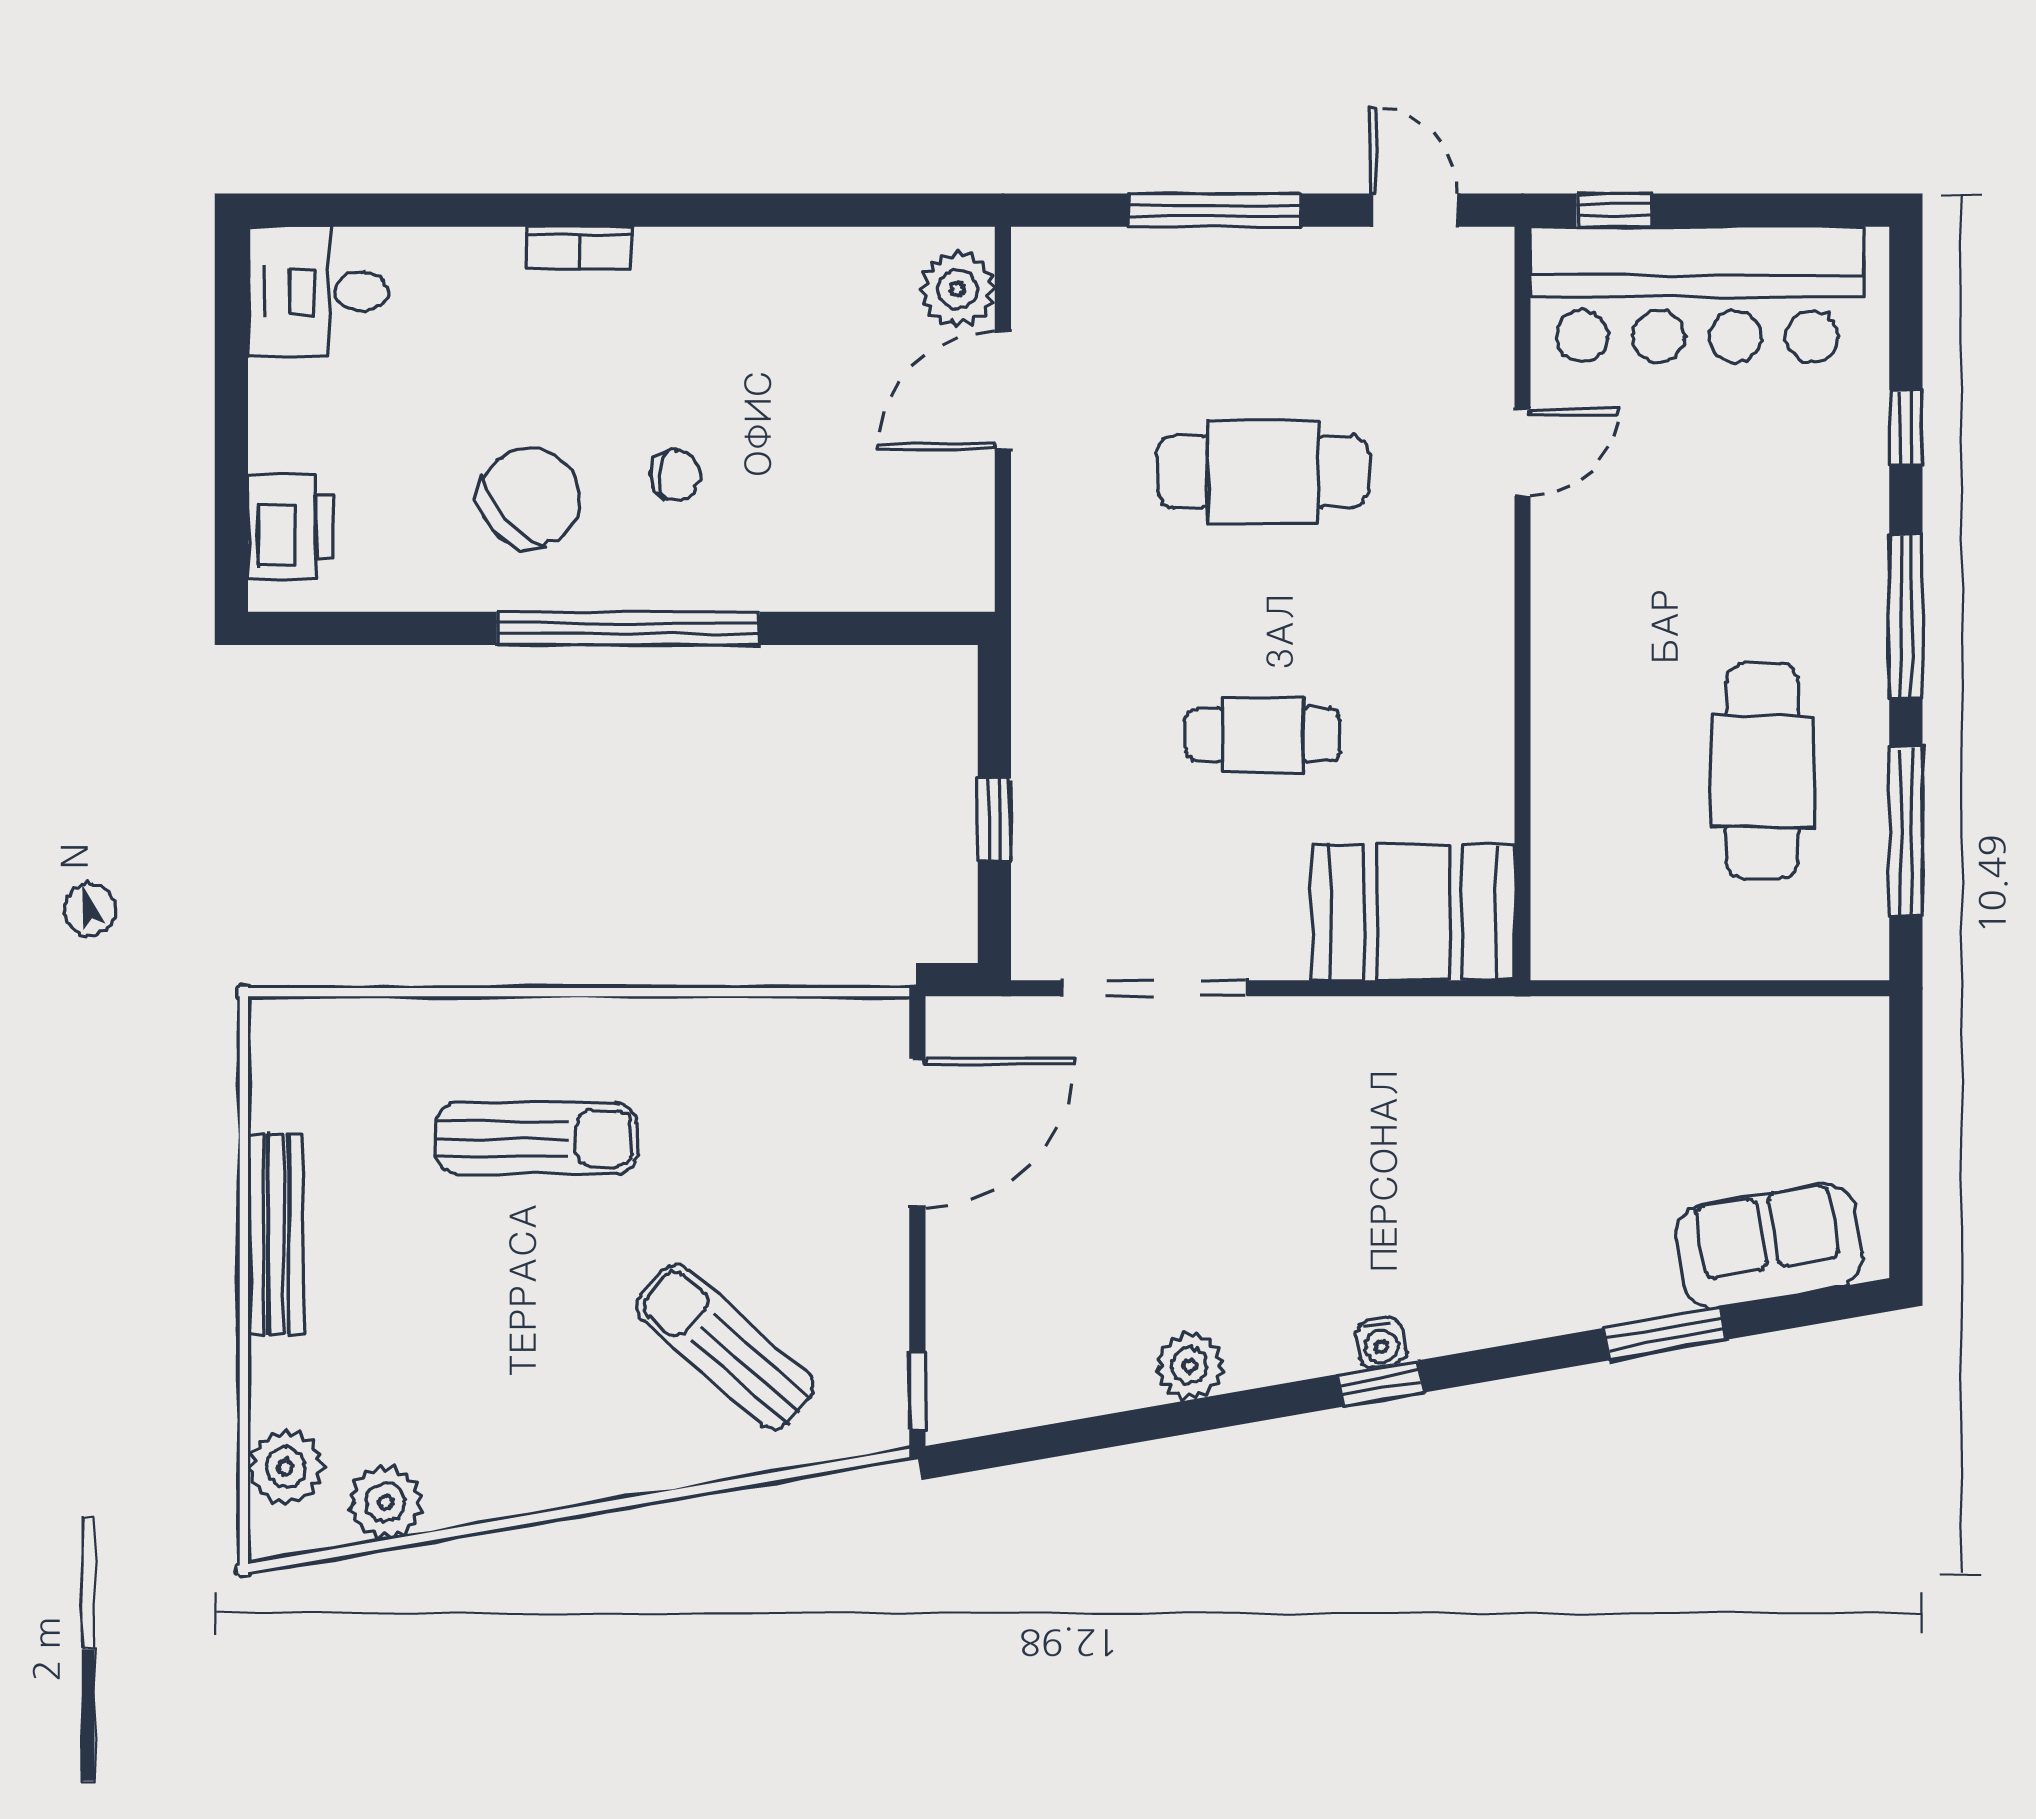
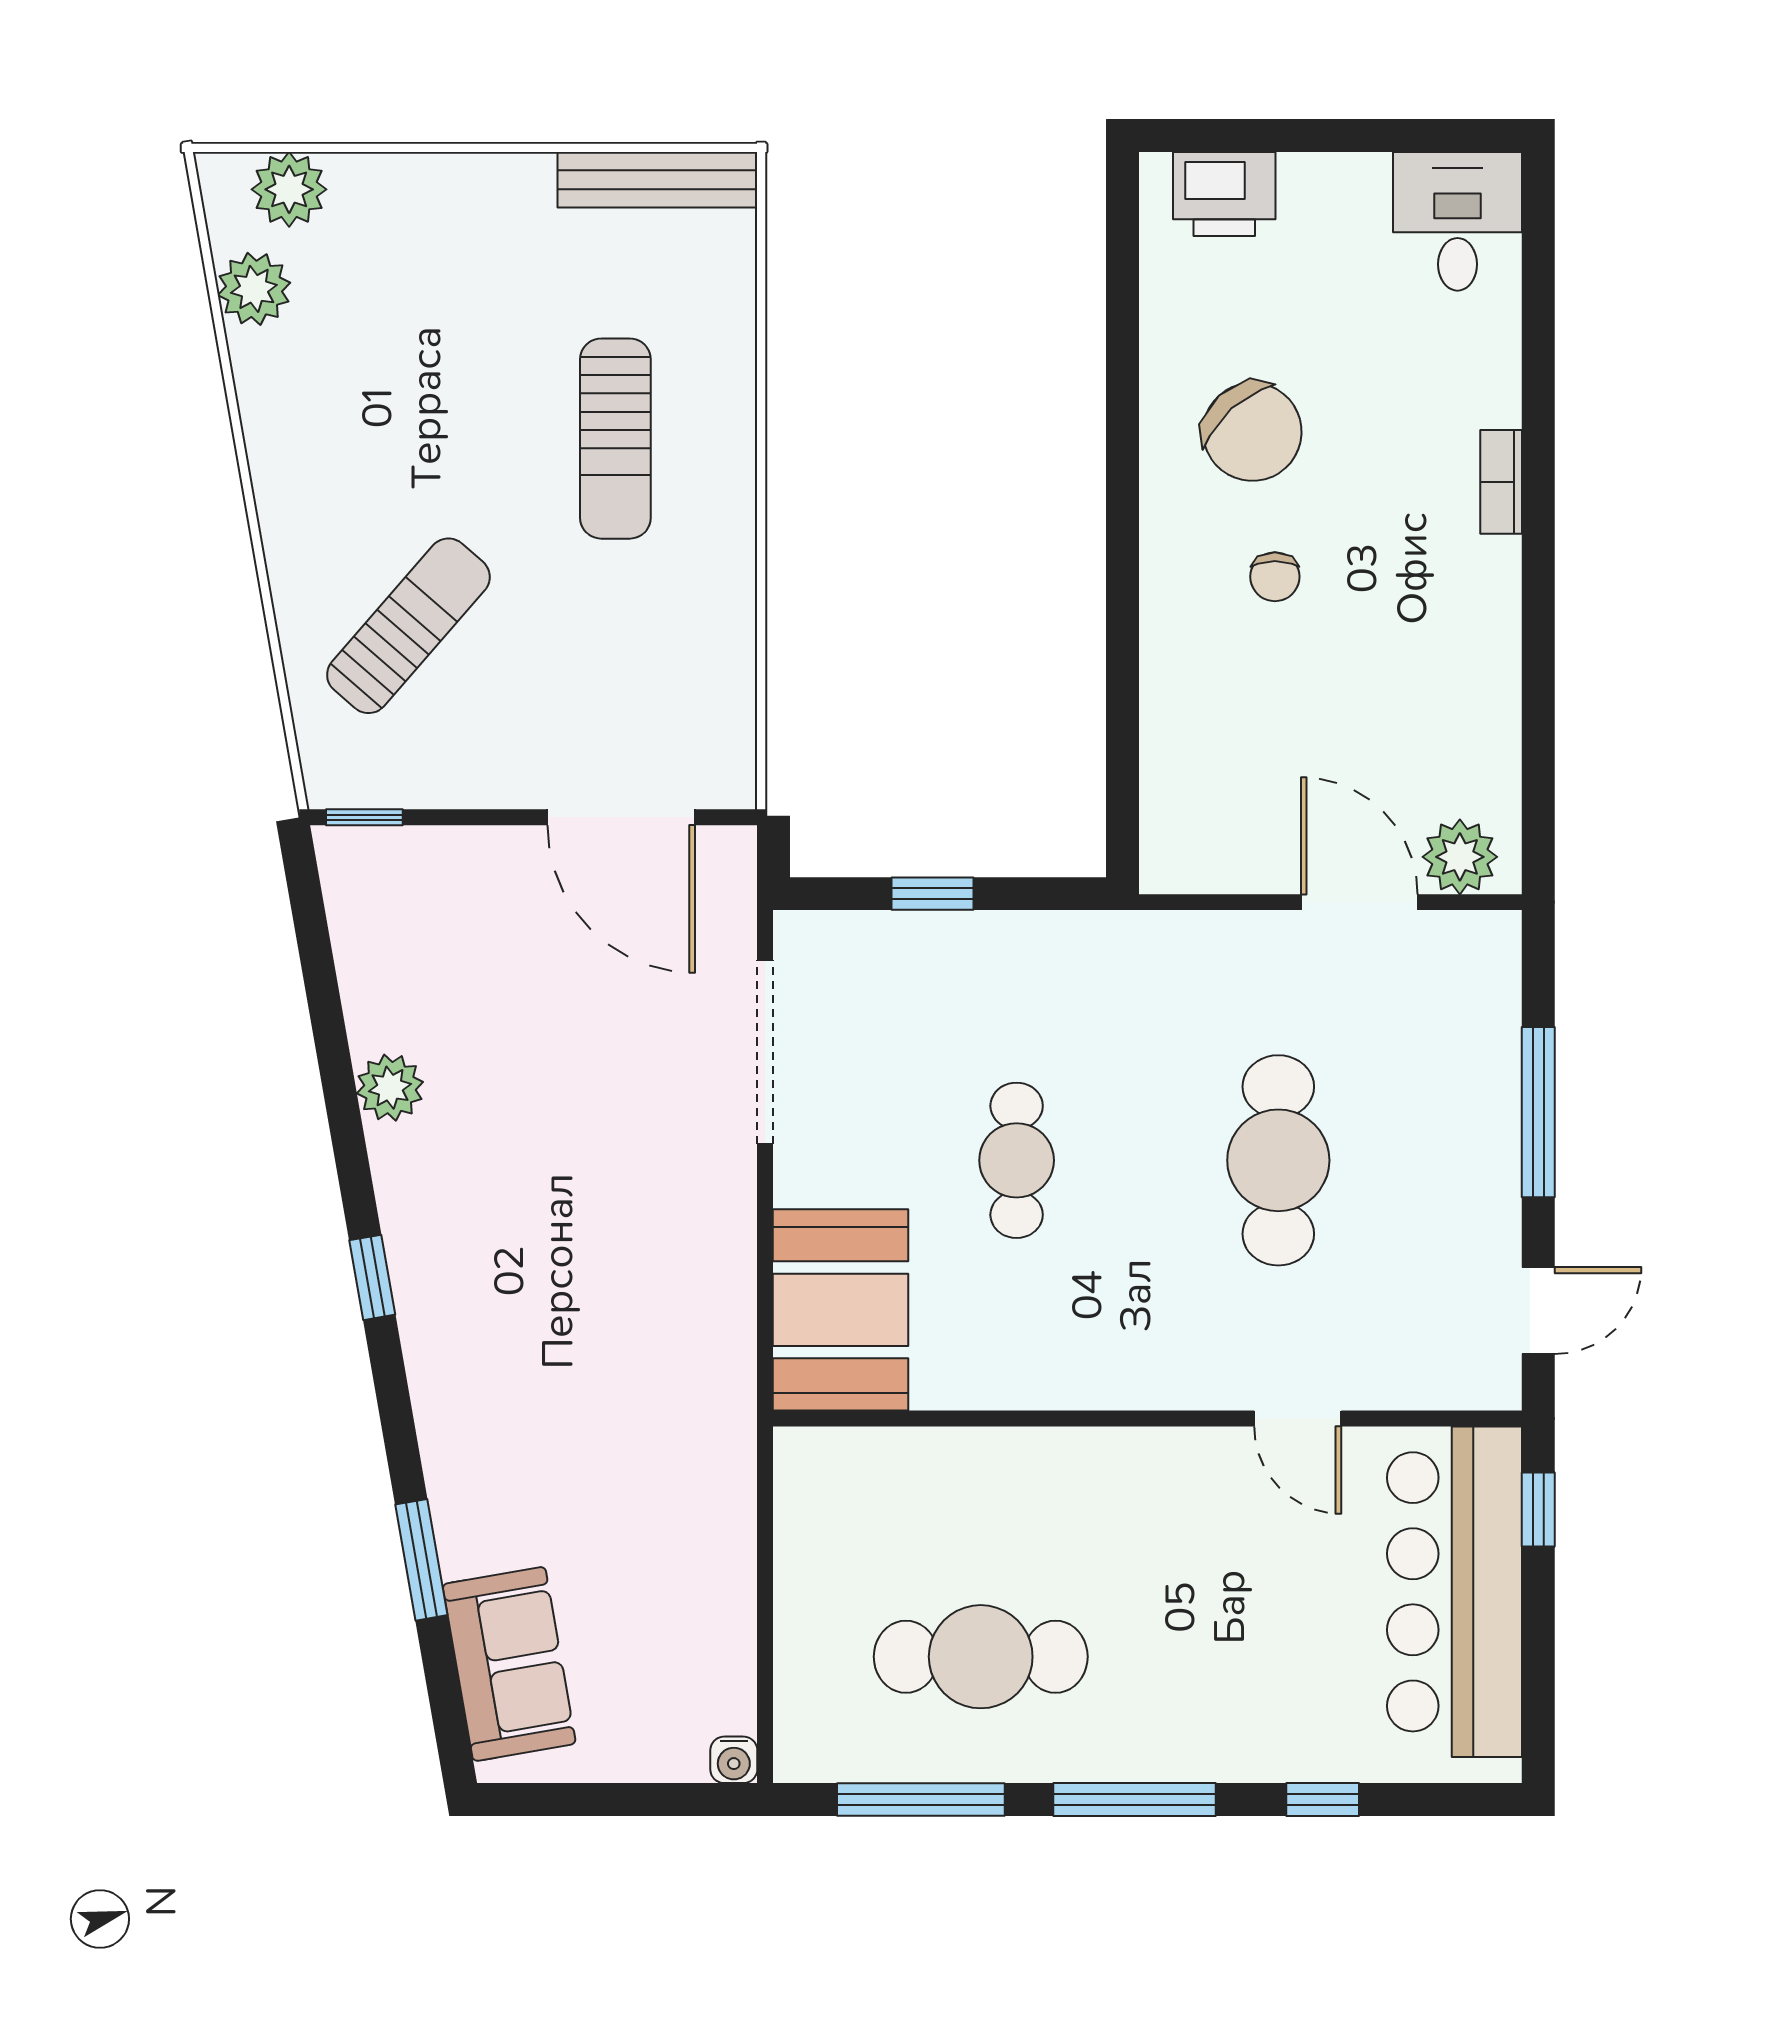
window: (628, 628) -> (1123, 530), removed
bench: (276, 1234) -> (657, 180), moved
water cooler: (1381, 1343) -> (734, 1760), moved, turned -80

